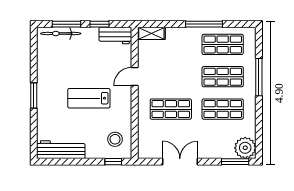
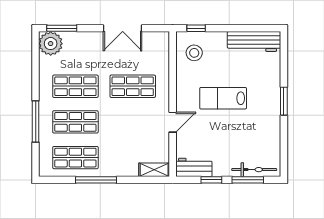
lab bench: (89, 98) -> (223, 98), turned 180

